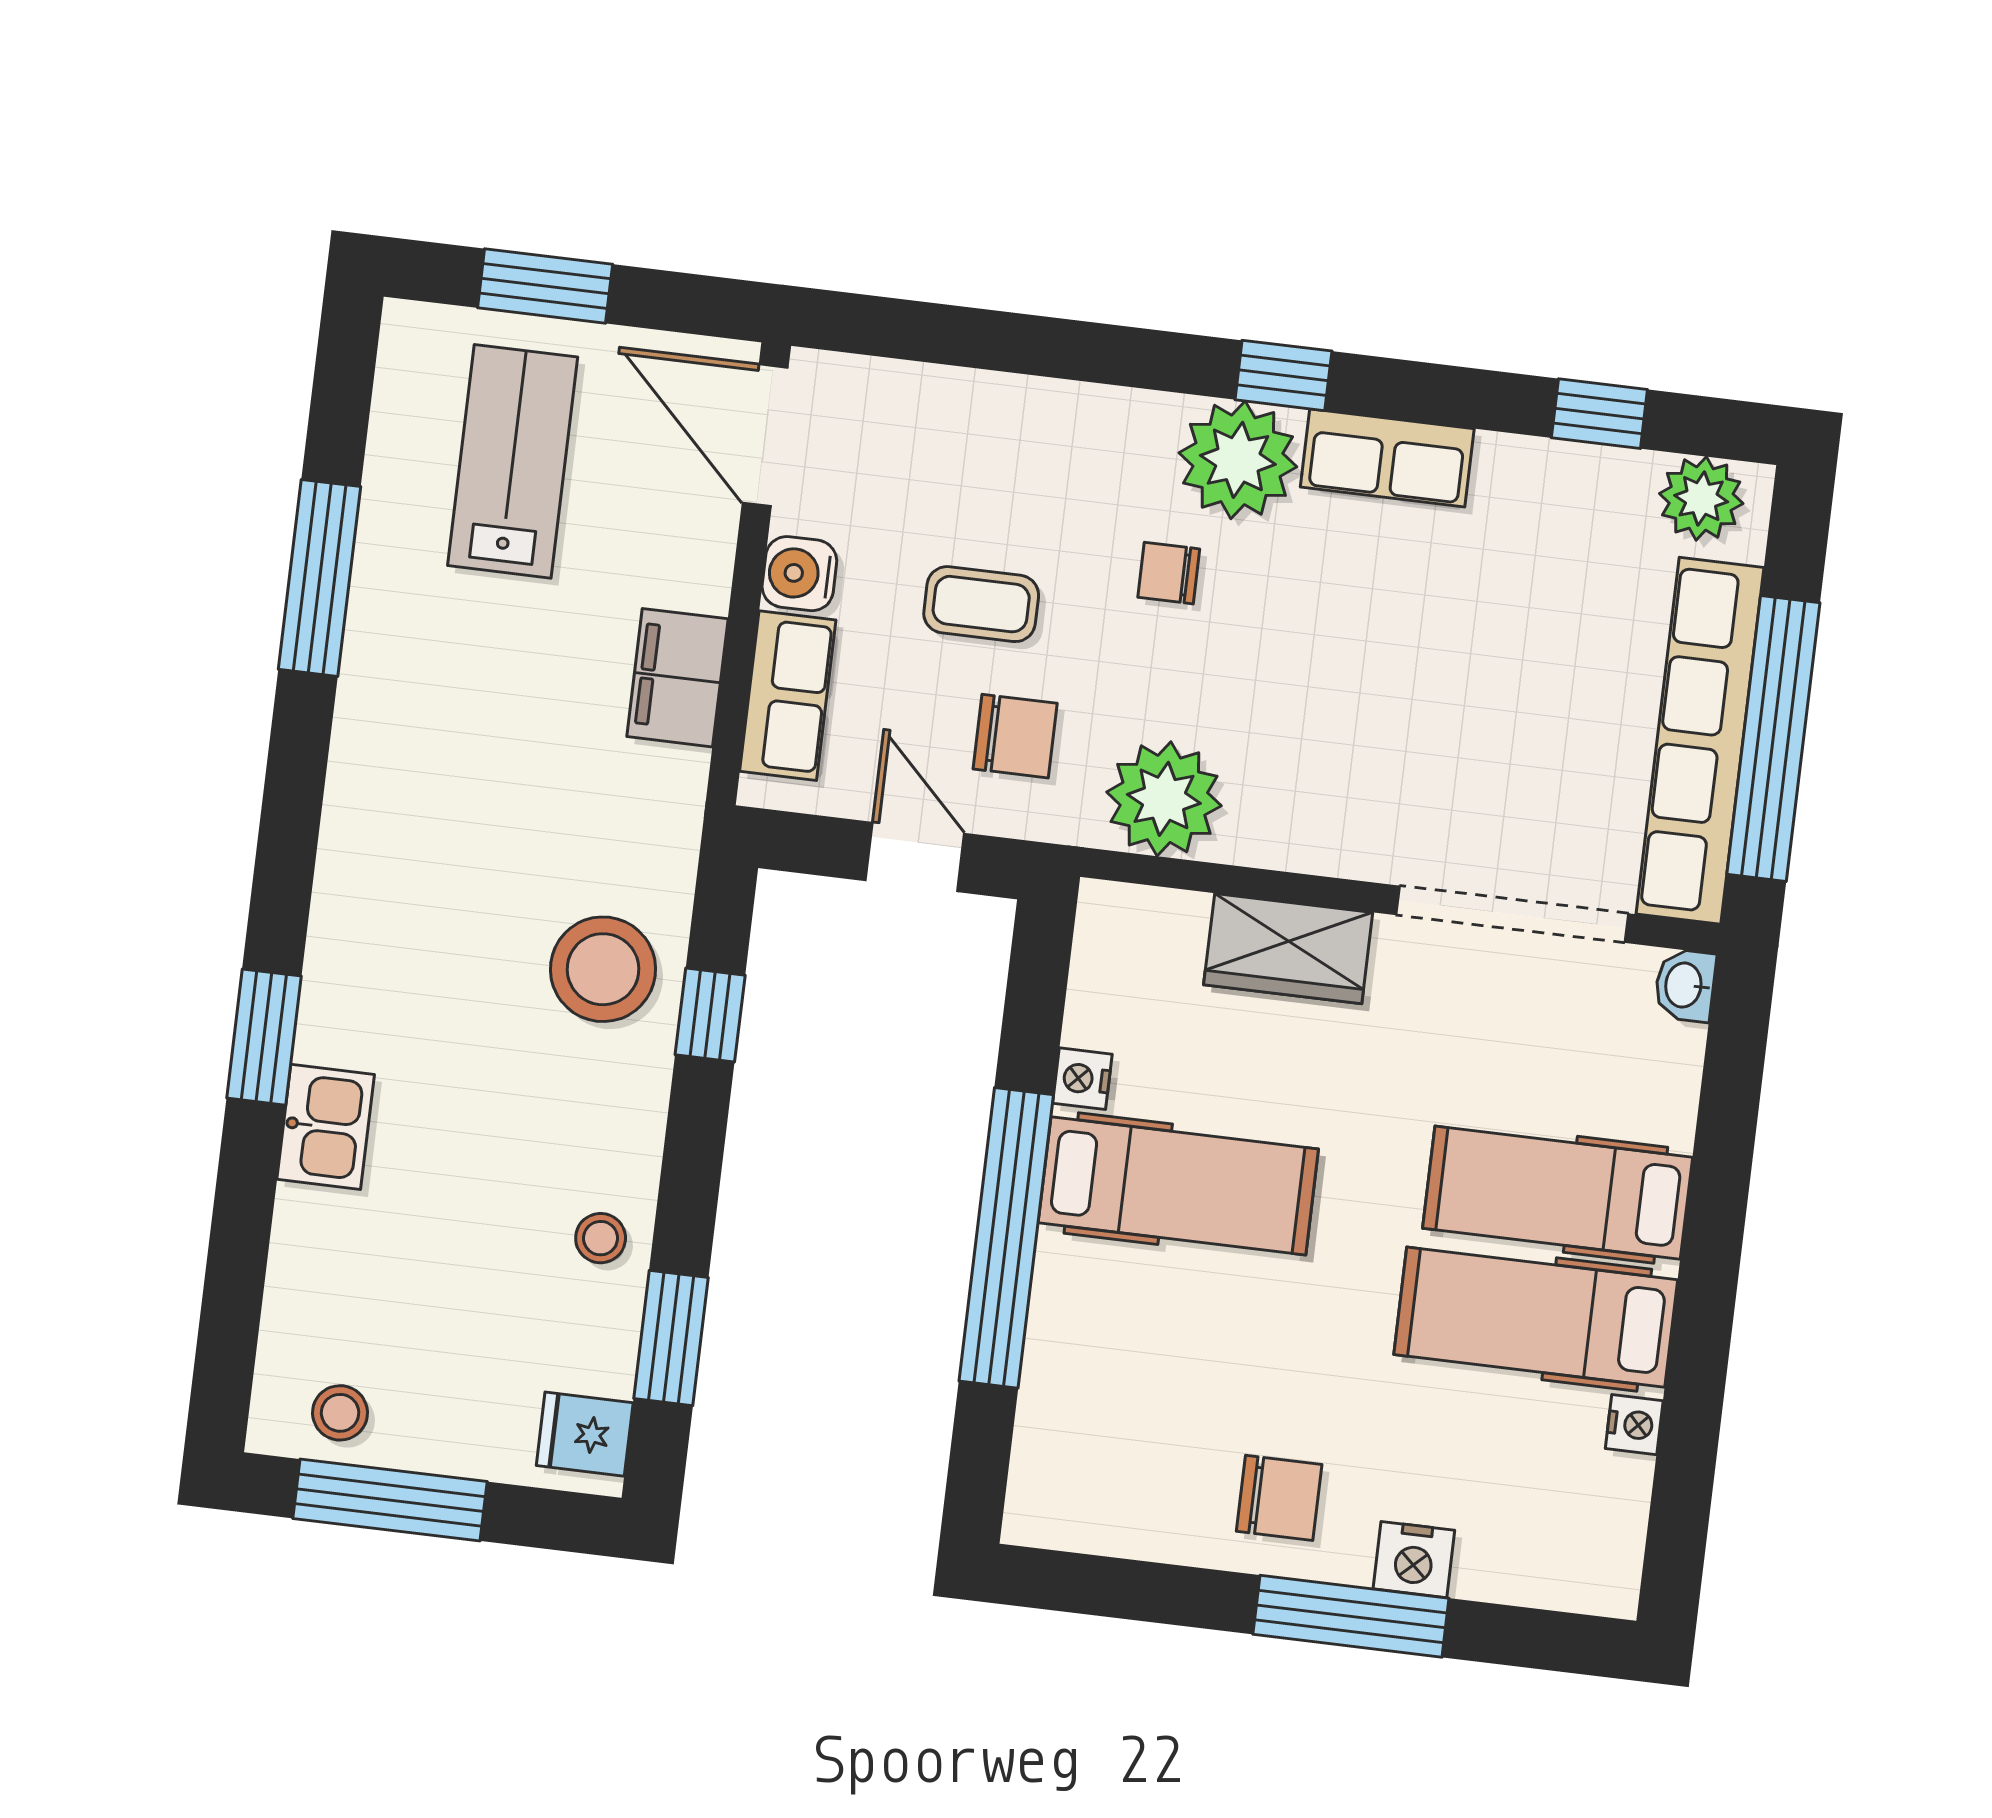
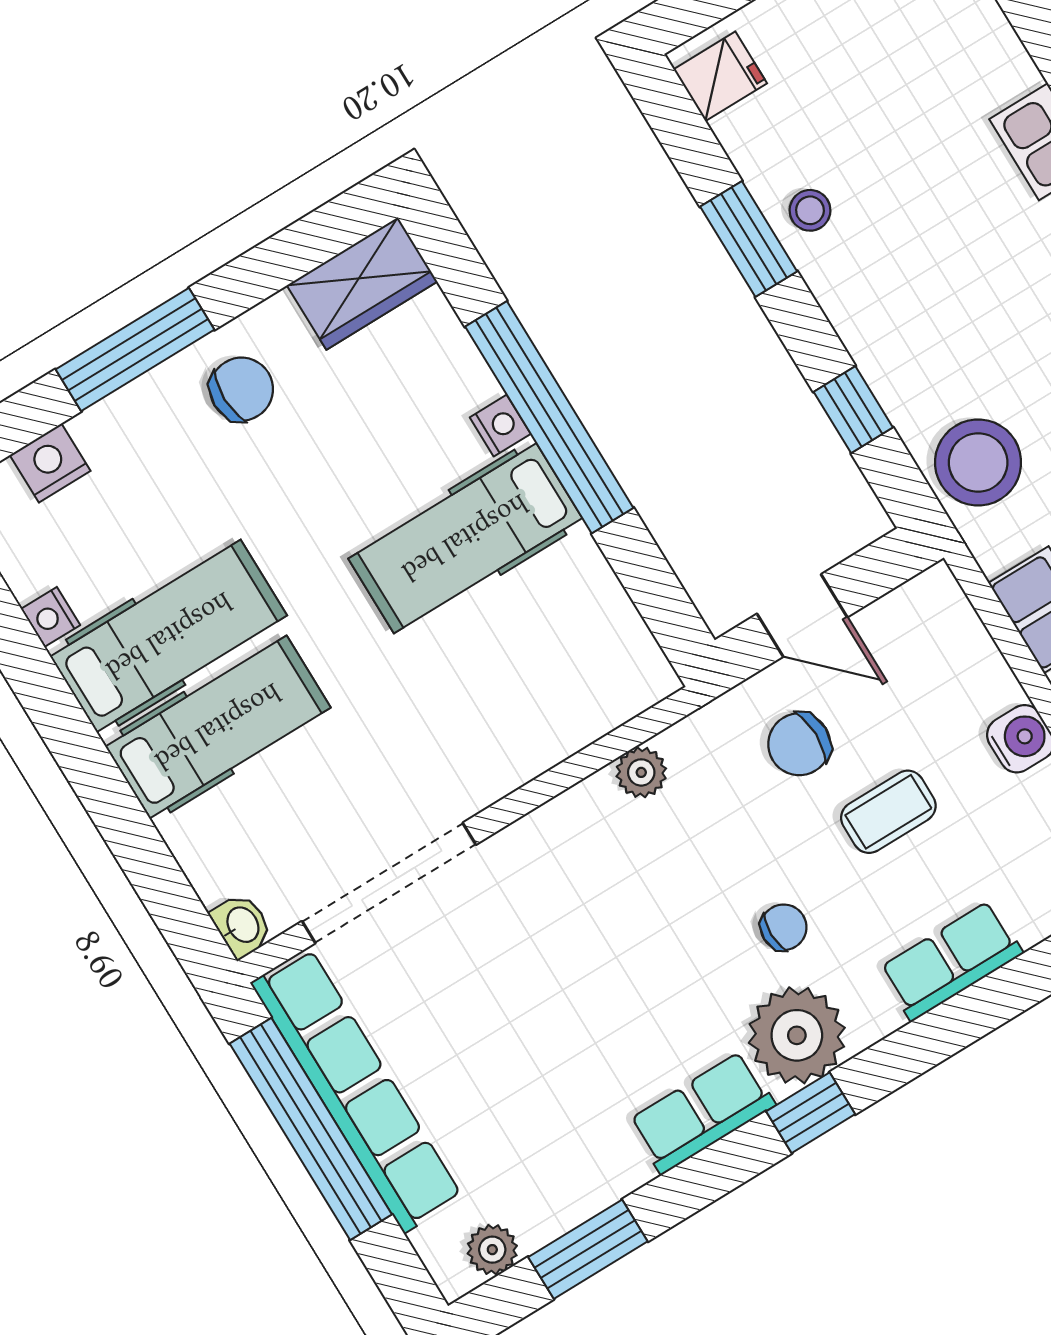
window: (1599, 414) -> (588, 1249), width x1.50
plant: (1701, 499) -> (492, 1250), width x0.73, depth x0.73
row of seats: (788, 696) -> (951, 961), moved, turned 90
plant: (1164, 799) -> (641, 772), width x0.53, depth x0.53
wardrobe: (1288, 949) -> (362, 283), moved, turned 180
stool: (603, 969) -> (978, 462), moved
nightstand: (1082, 1079) -> (500, 426), moved
window: (671, 1338) -> (749, 239), moved
chair: (1279, 1498) -> (241, 389), turned 180
nightstand: (1414, 1560) -> (50, 463), moved

